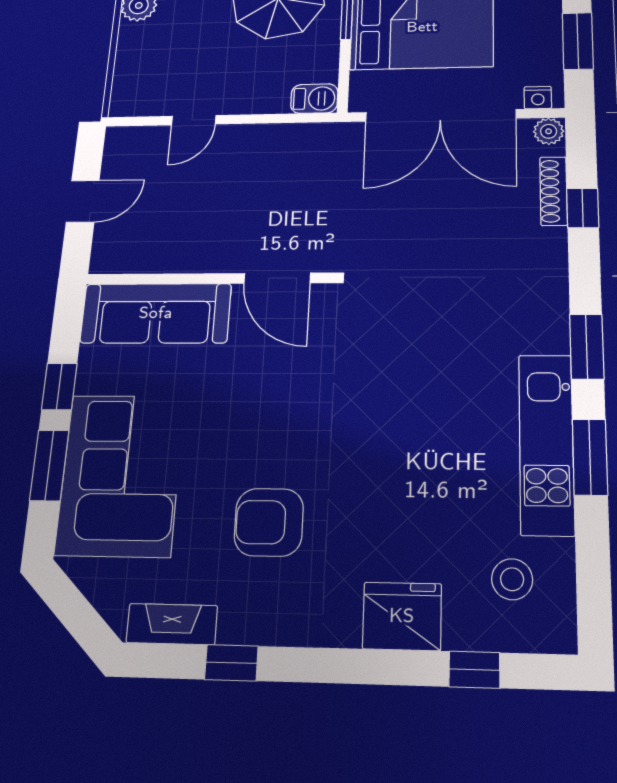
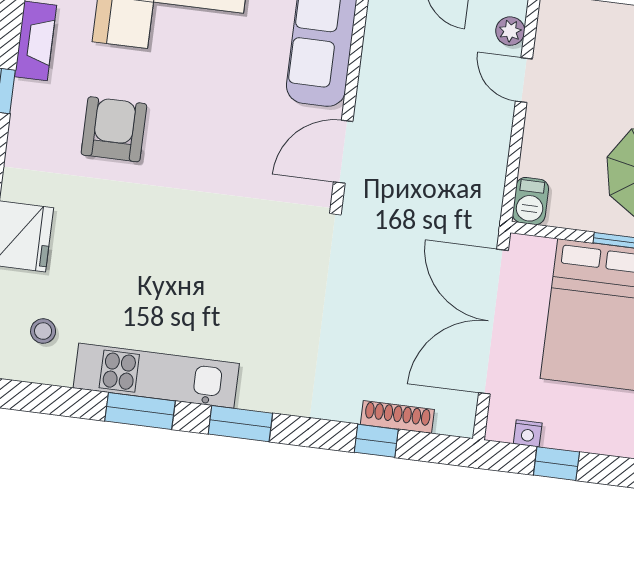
window: (578, 41) -> (556, 464), width x0.67
nightstand: (538, 98) -> (528, 433), moved, turned -90
plant: (549, 131) -> (510, 31), moved
stool: (512, 579) -> (43, 331), width x0.73, depth x0.73

